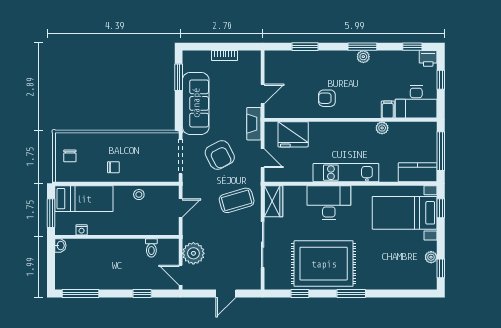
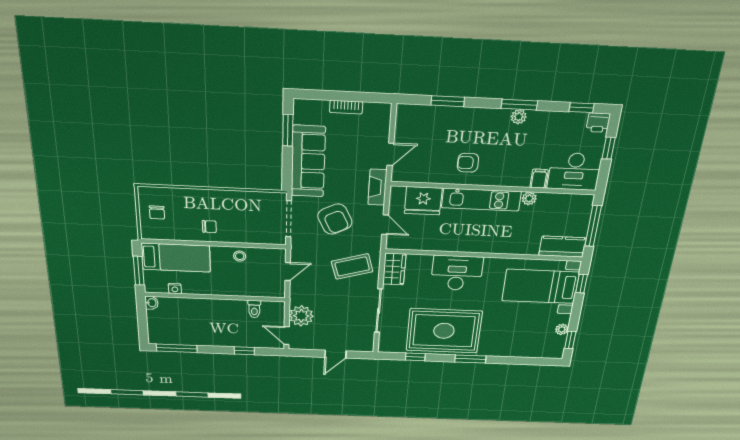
kitchen unit: (346, 173) -> (481, 200), moved, turned 180

